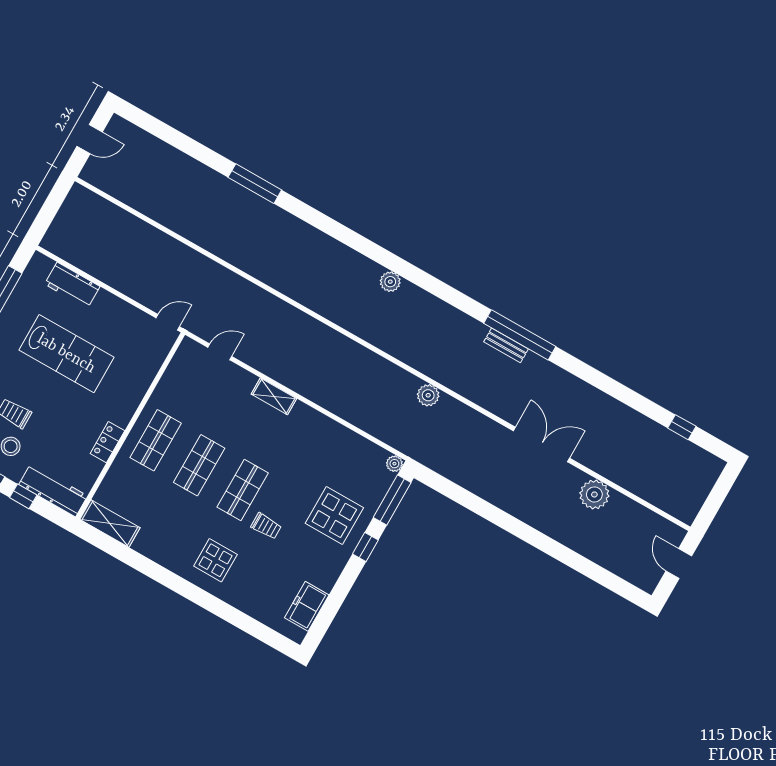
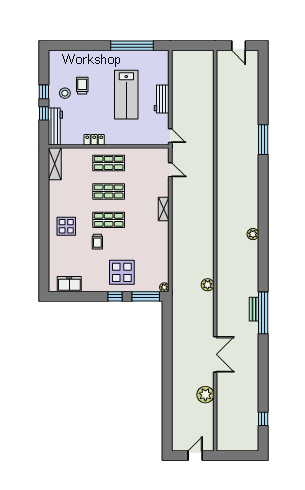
workbench: (72, 285) -> (162, 99), moved

